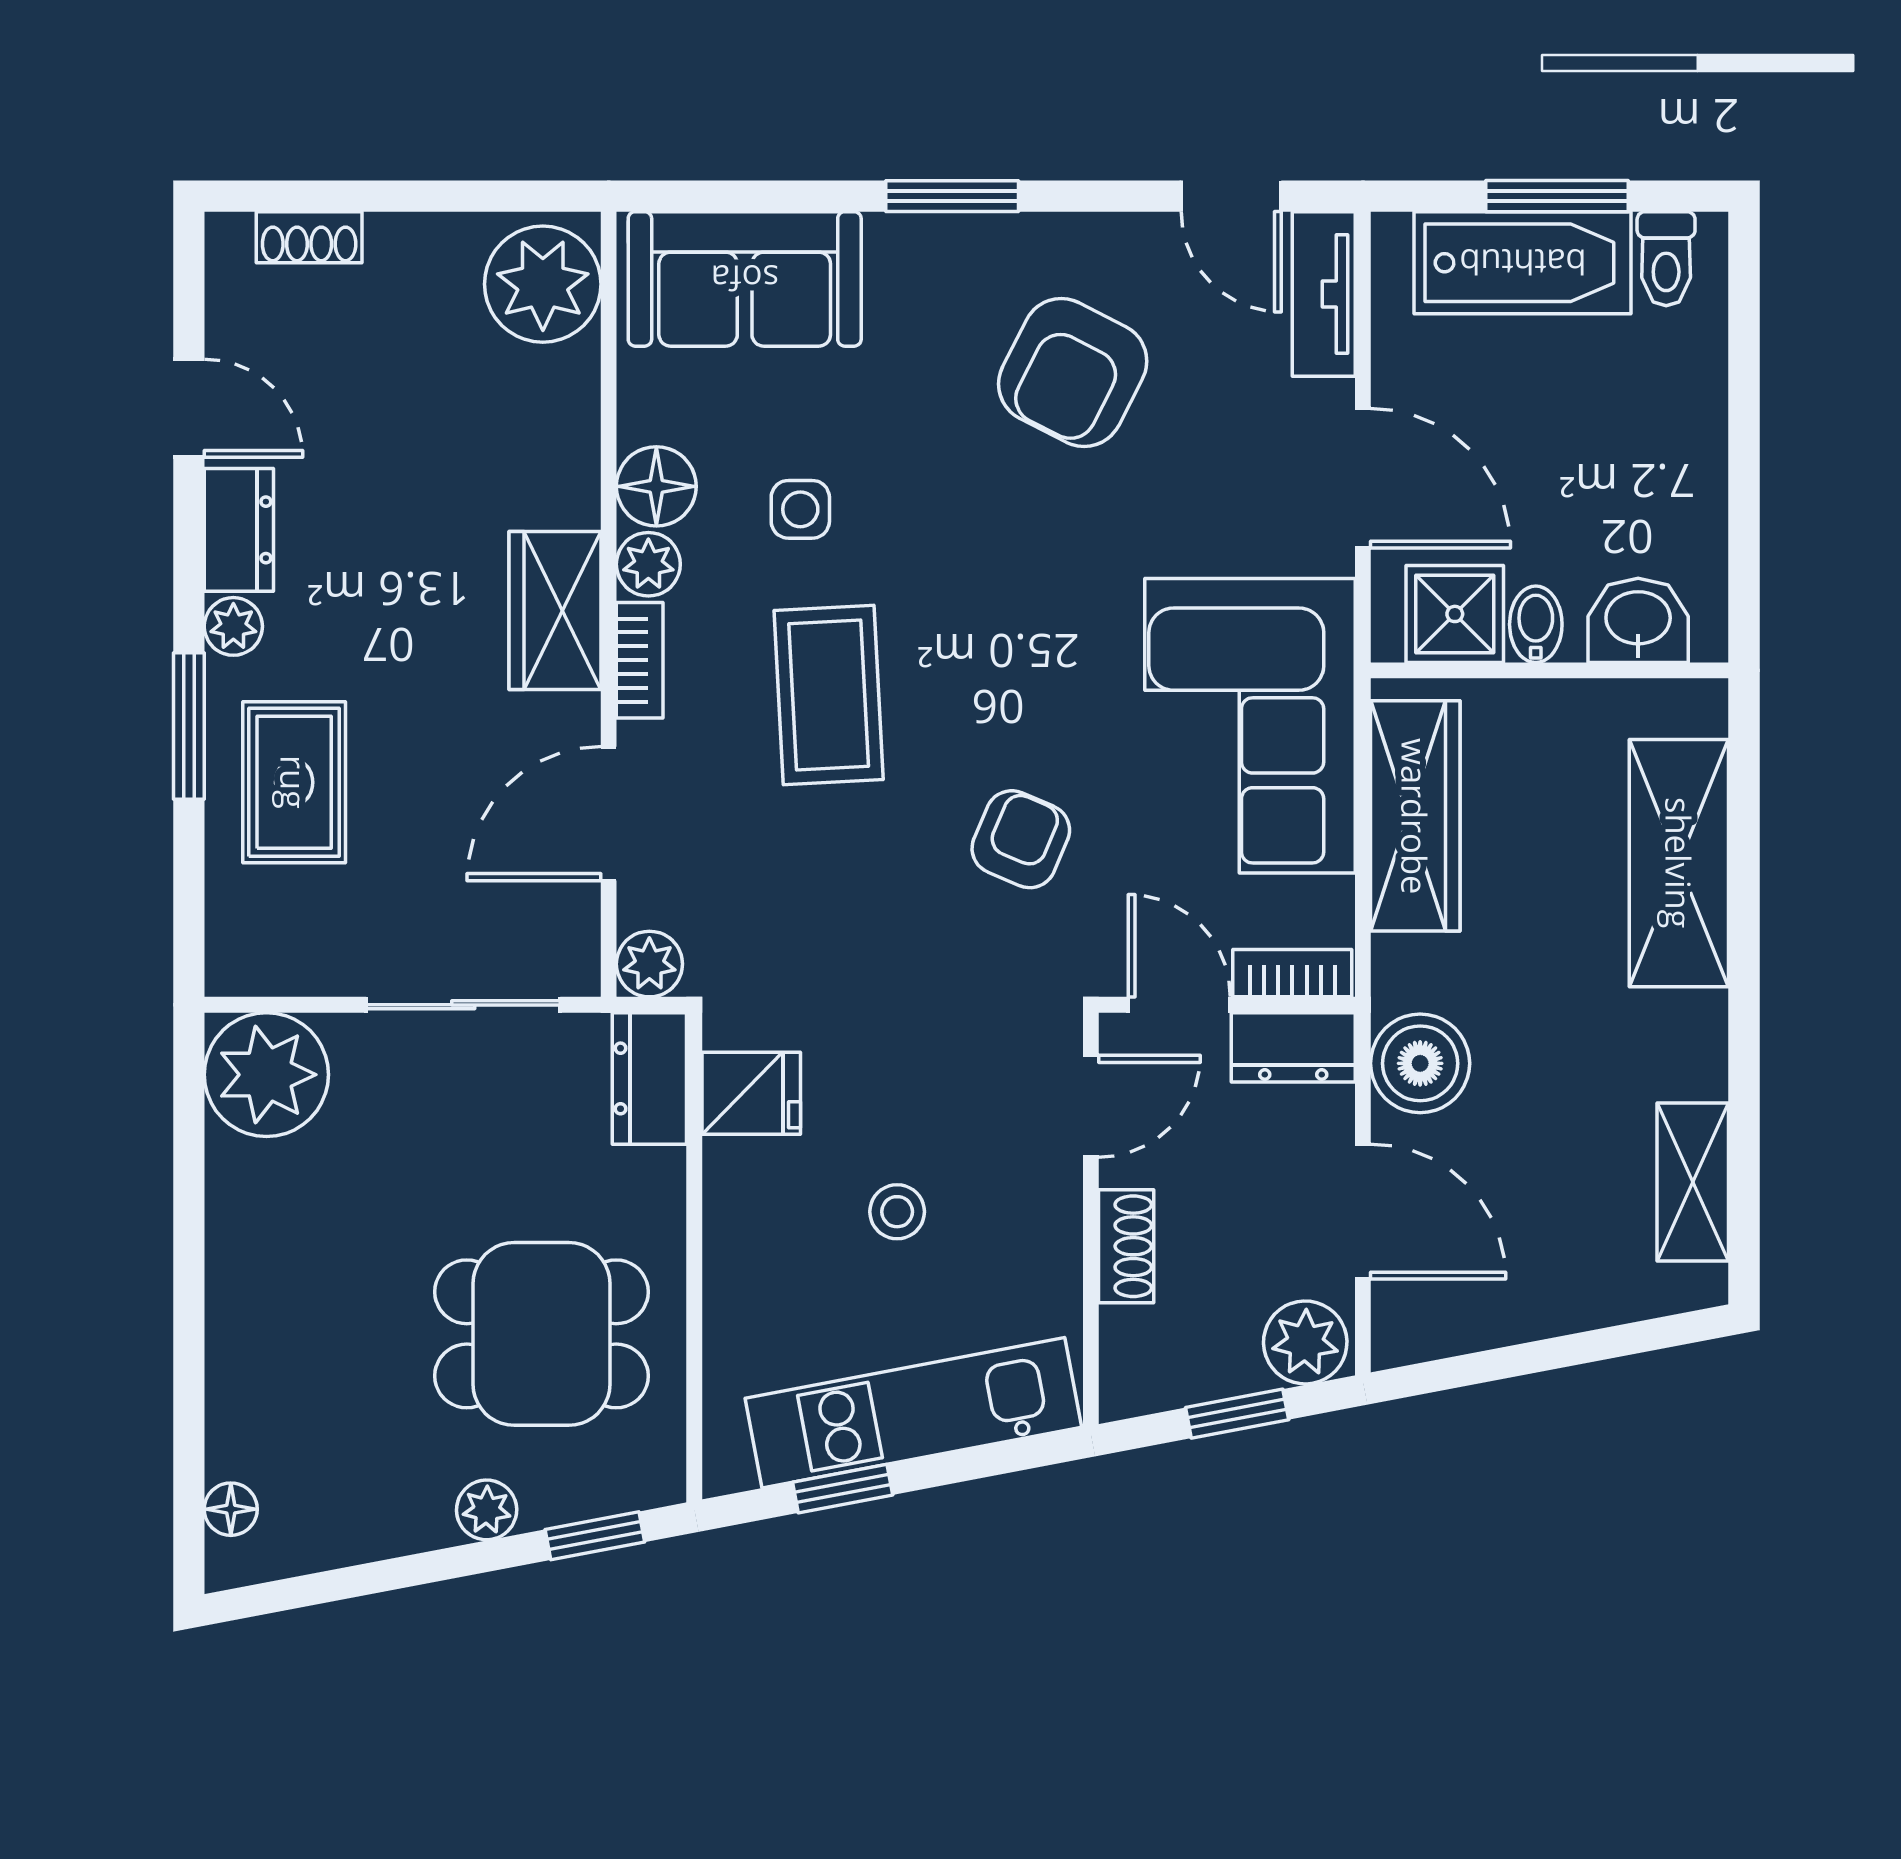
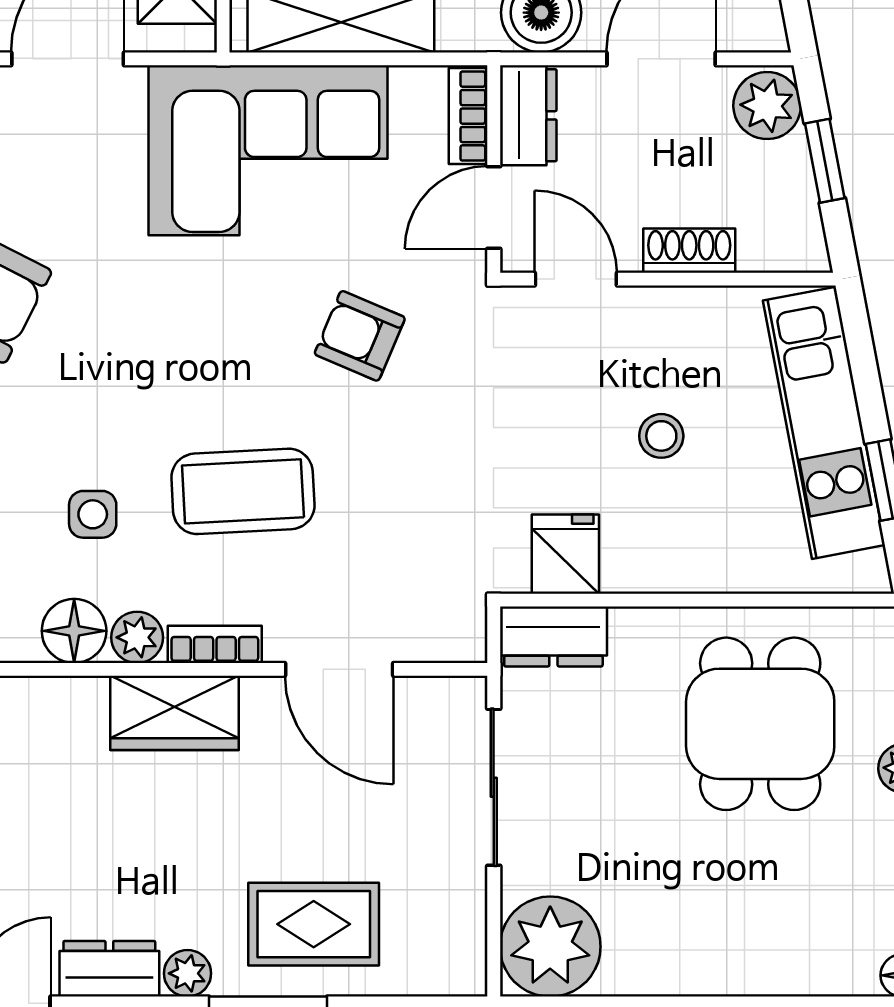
plant: (649, 964) -> (461, 636), removed

